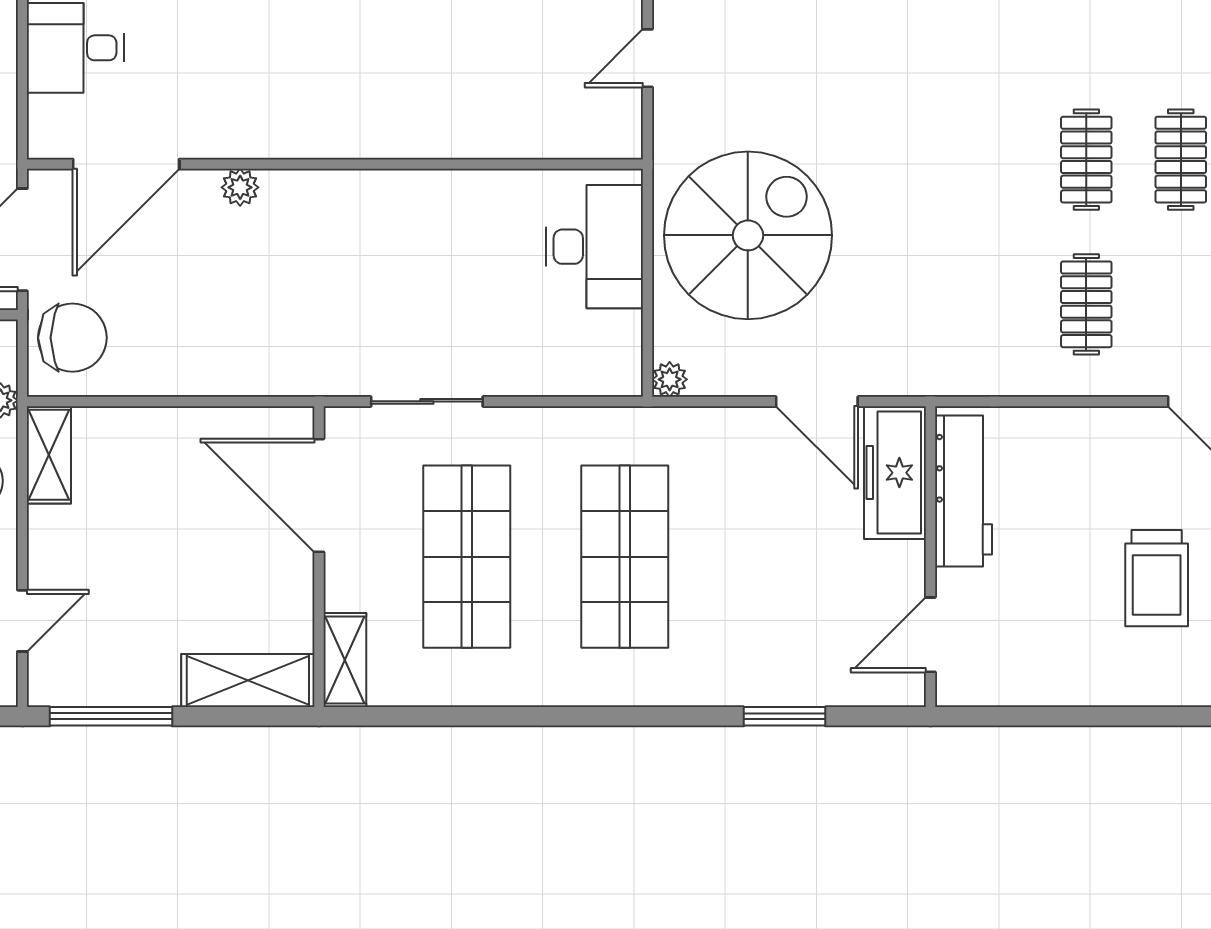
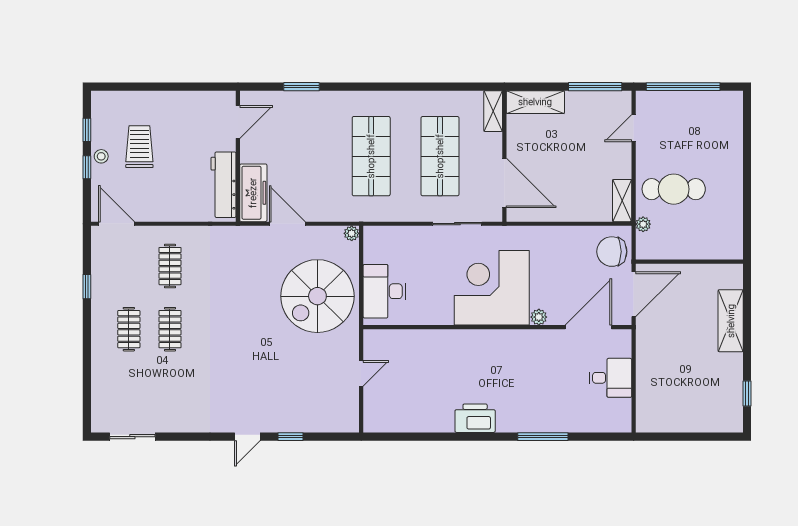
corner desk: (348, 254) -> (492, 288), added

